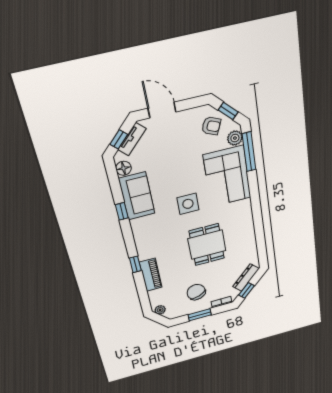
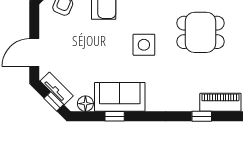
window: (122, 211) -> (115, 116), moved

